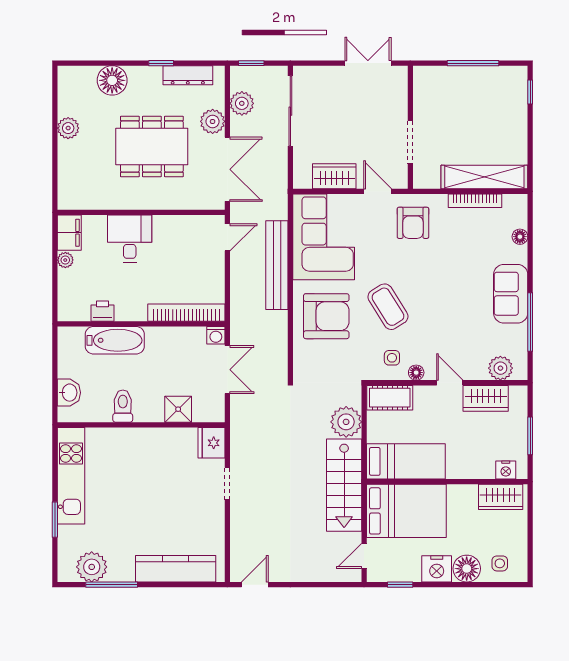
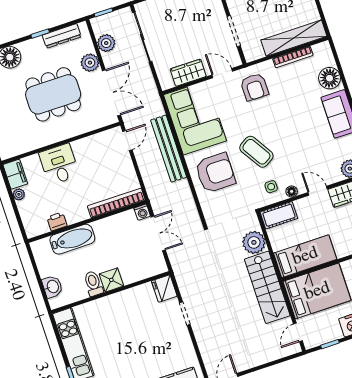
floor lamp: (520, 237) -> (330, 78), width x1.89, depth x1.89
shower: (178, 409) -> (111, 280), moved

